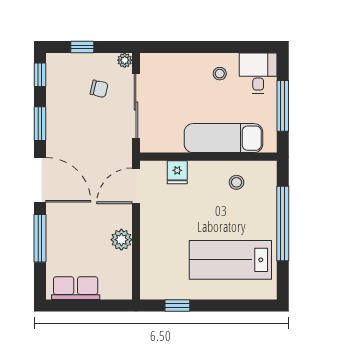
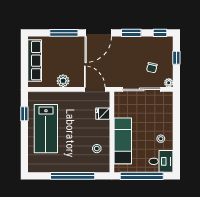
window: (283, 106) -> (142, 176), width x1.46
lab bench: (230, 260) -> (46, 129), moved, turned 180
row of seats: (76, 288) -> (35, 61), width x1.48

